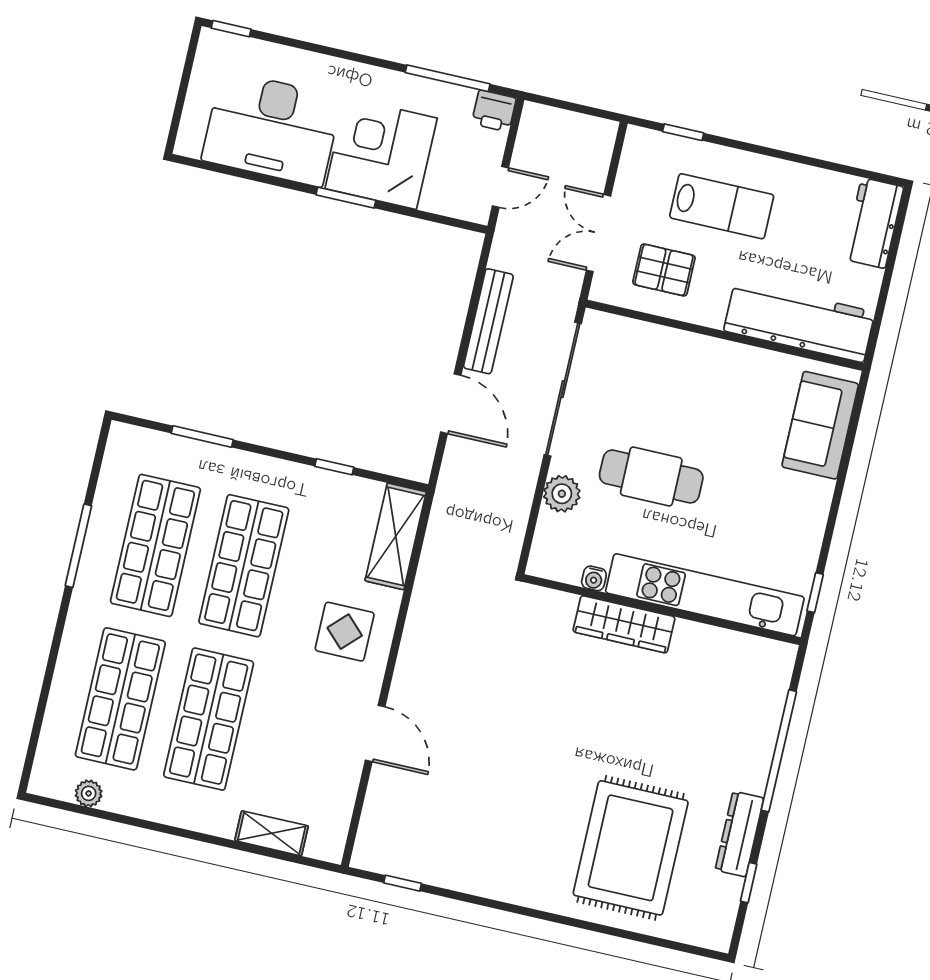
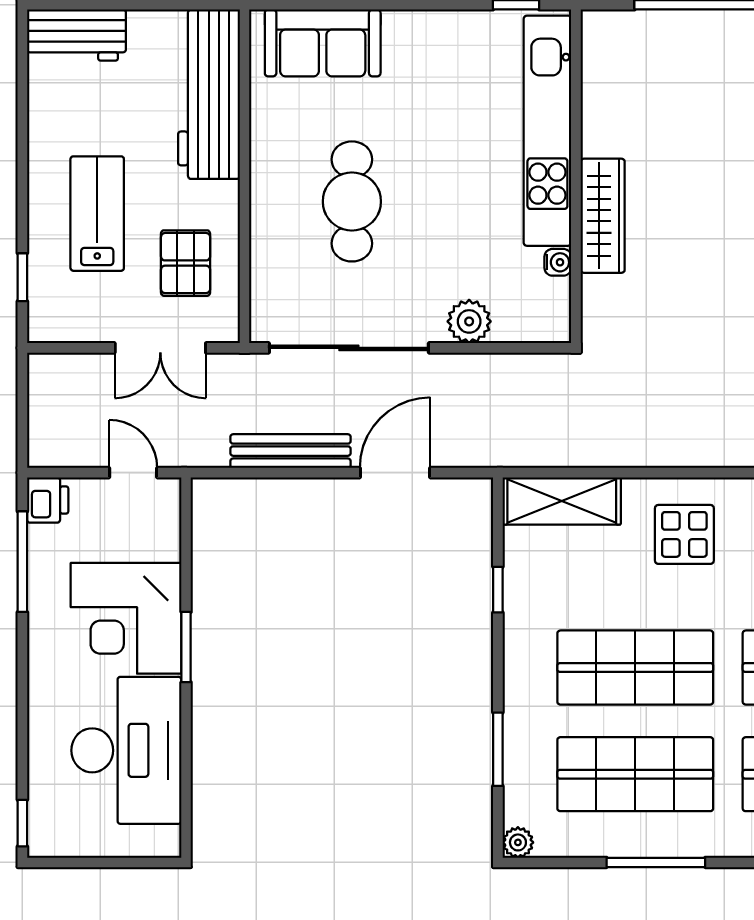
plant: (121, 435) -> (518, 842), added
cafe table: (651, 476) -> (352, 201), moved

